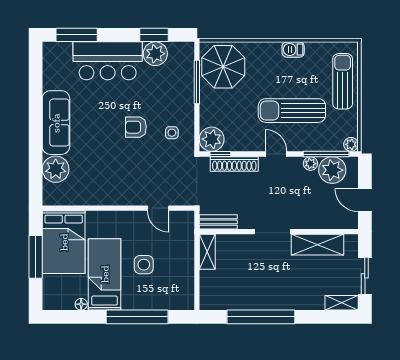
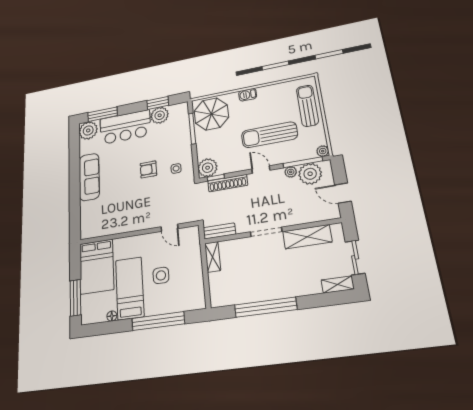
barbecue: (293, 50) -> (248, 95), moved
plant: (56, 169) -> (88, 130), moved
window: (36, 257) -> (75, 298), moved

